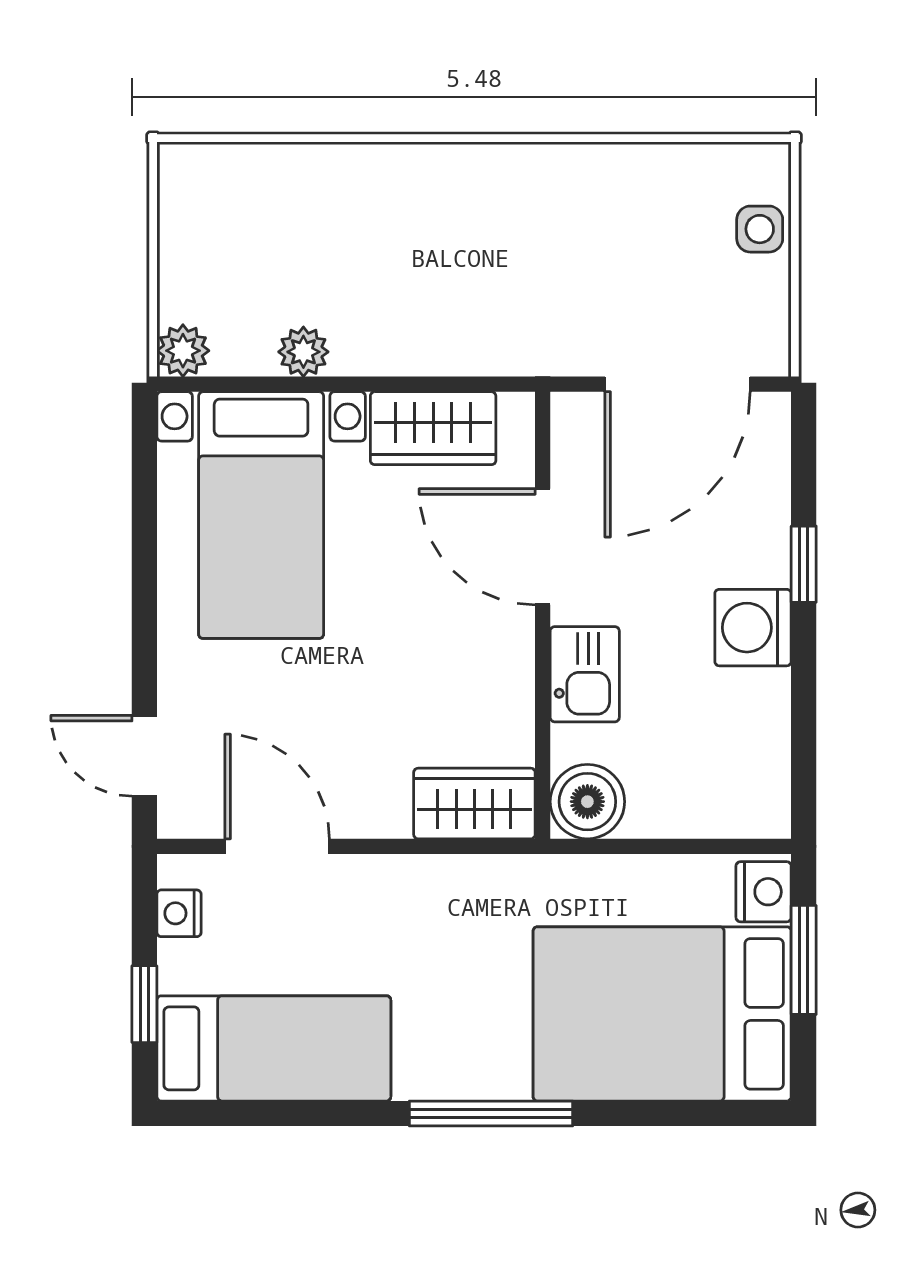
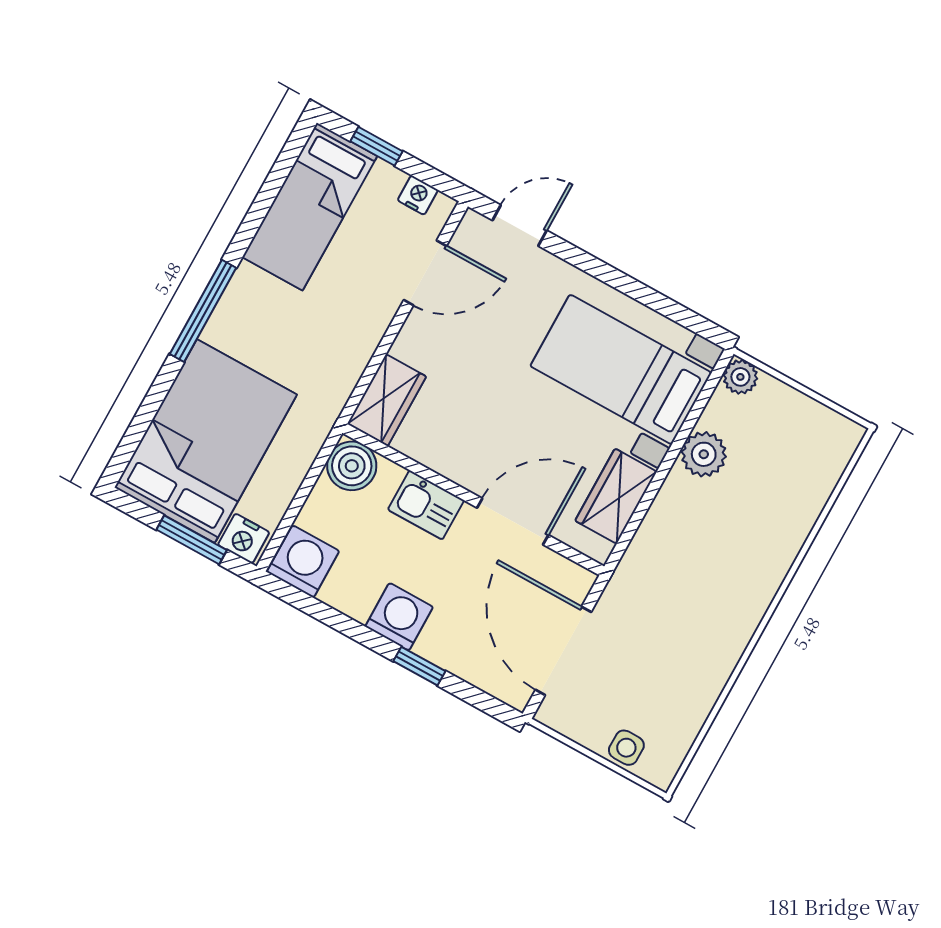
plant: (303, 352) -> (704, 454), width x1.38, depth x1.38
washing machine: (750, 796) -> (303, 561), added

